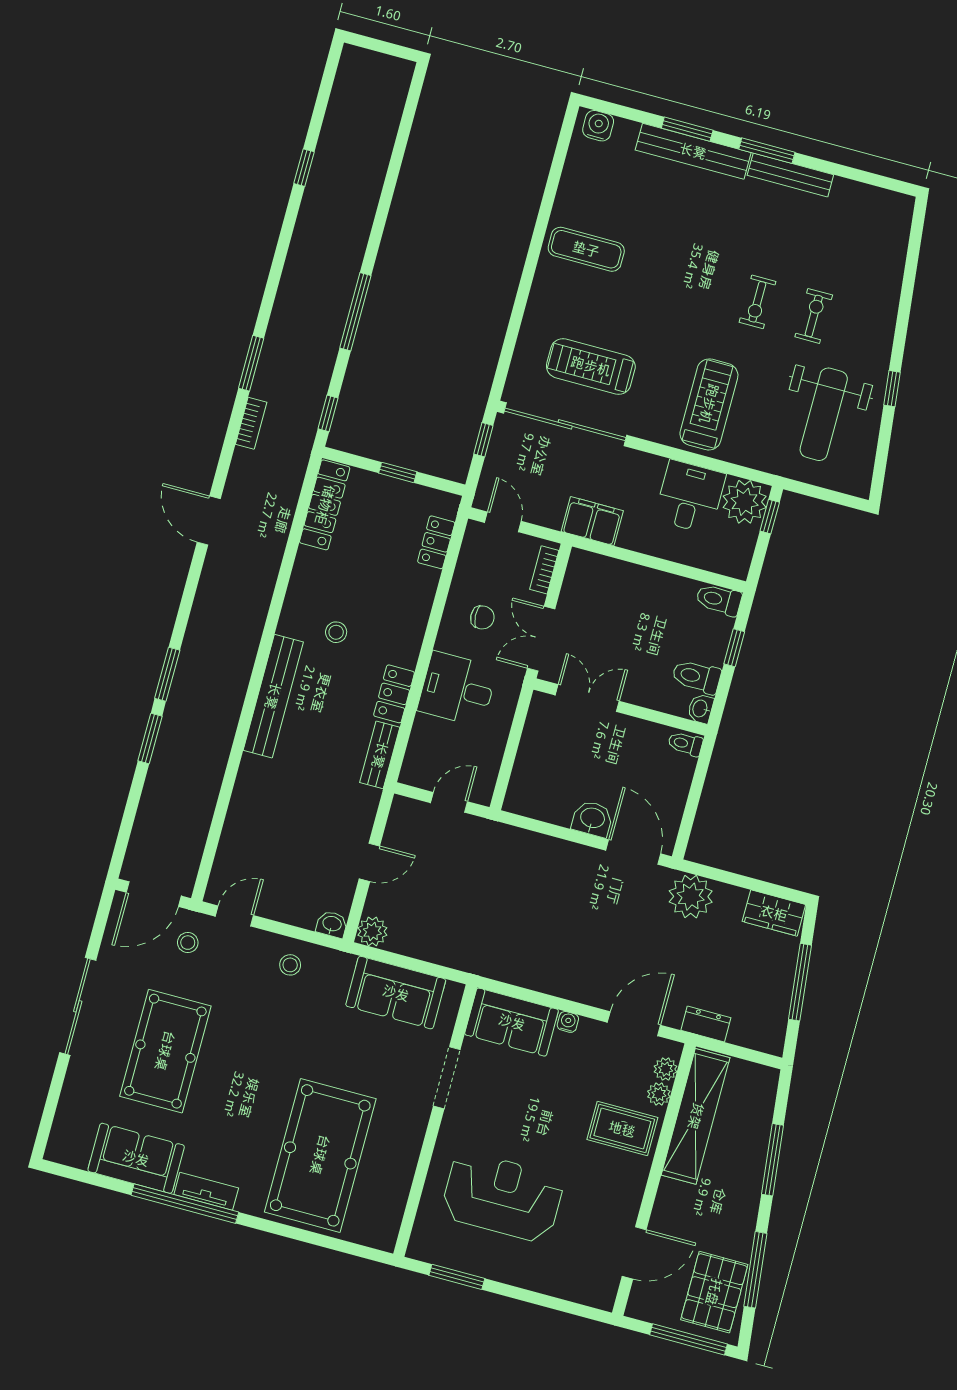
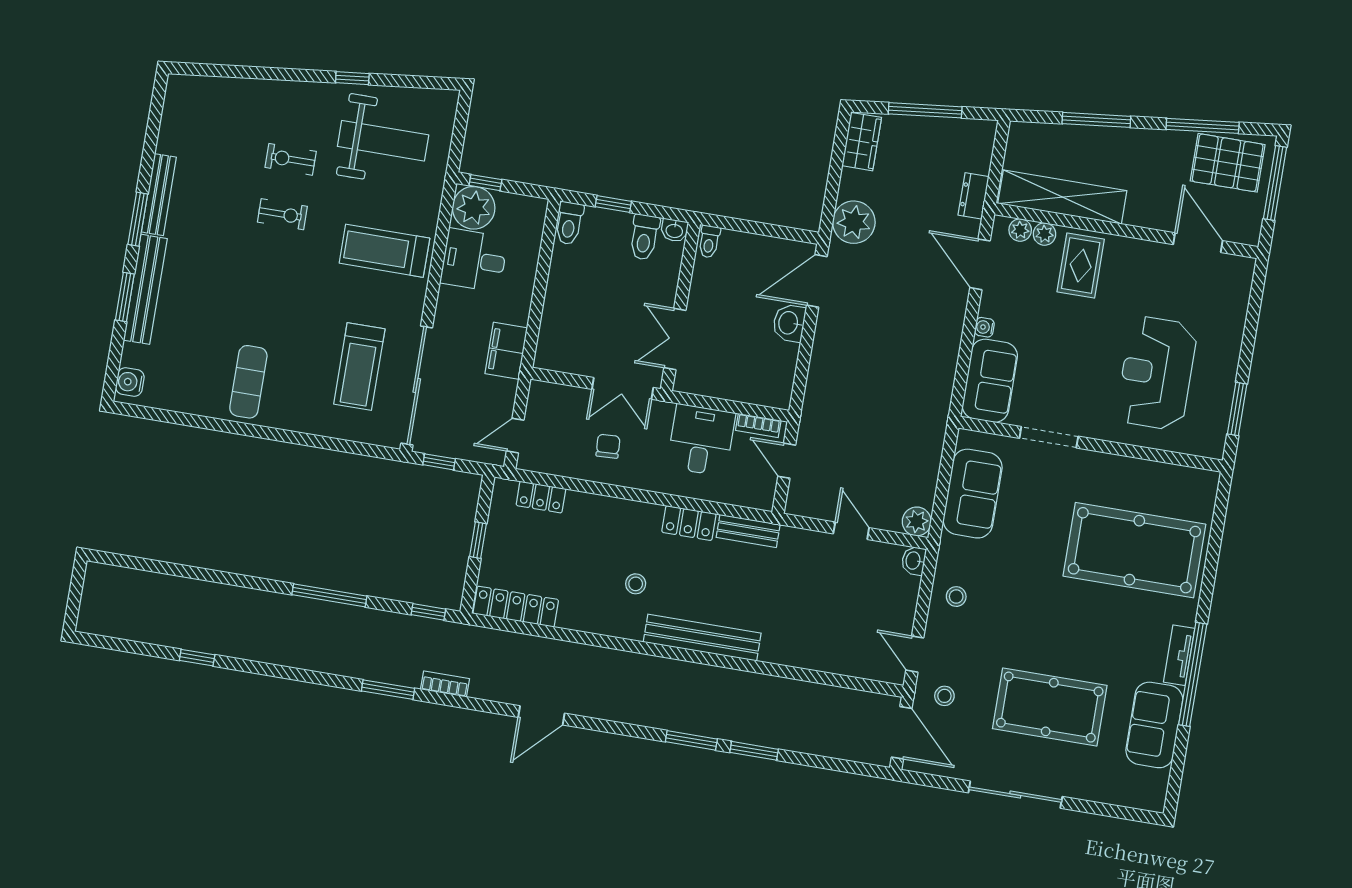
bookcase: (544, 570) -> (758, 426), moved
desk: (457, 689) -> (701, 440), moved, turned 180

